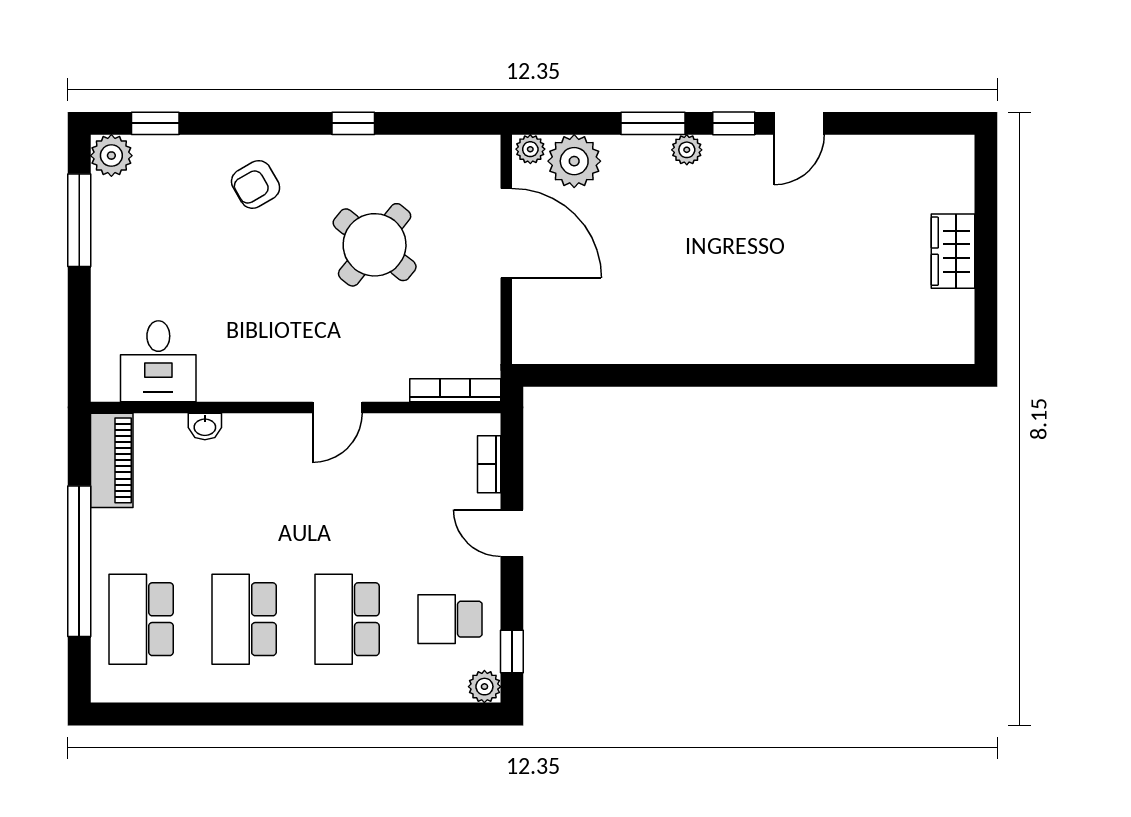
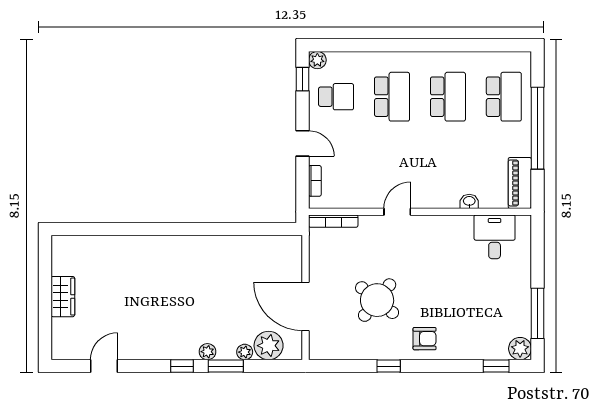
door: (799, 123) -> (104, 366), moved
plant: (530, 149) -> (245, 352), moved
armchair: (256, 184) -> (425, 339), moved, turned 30

